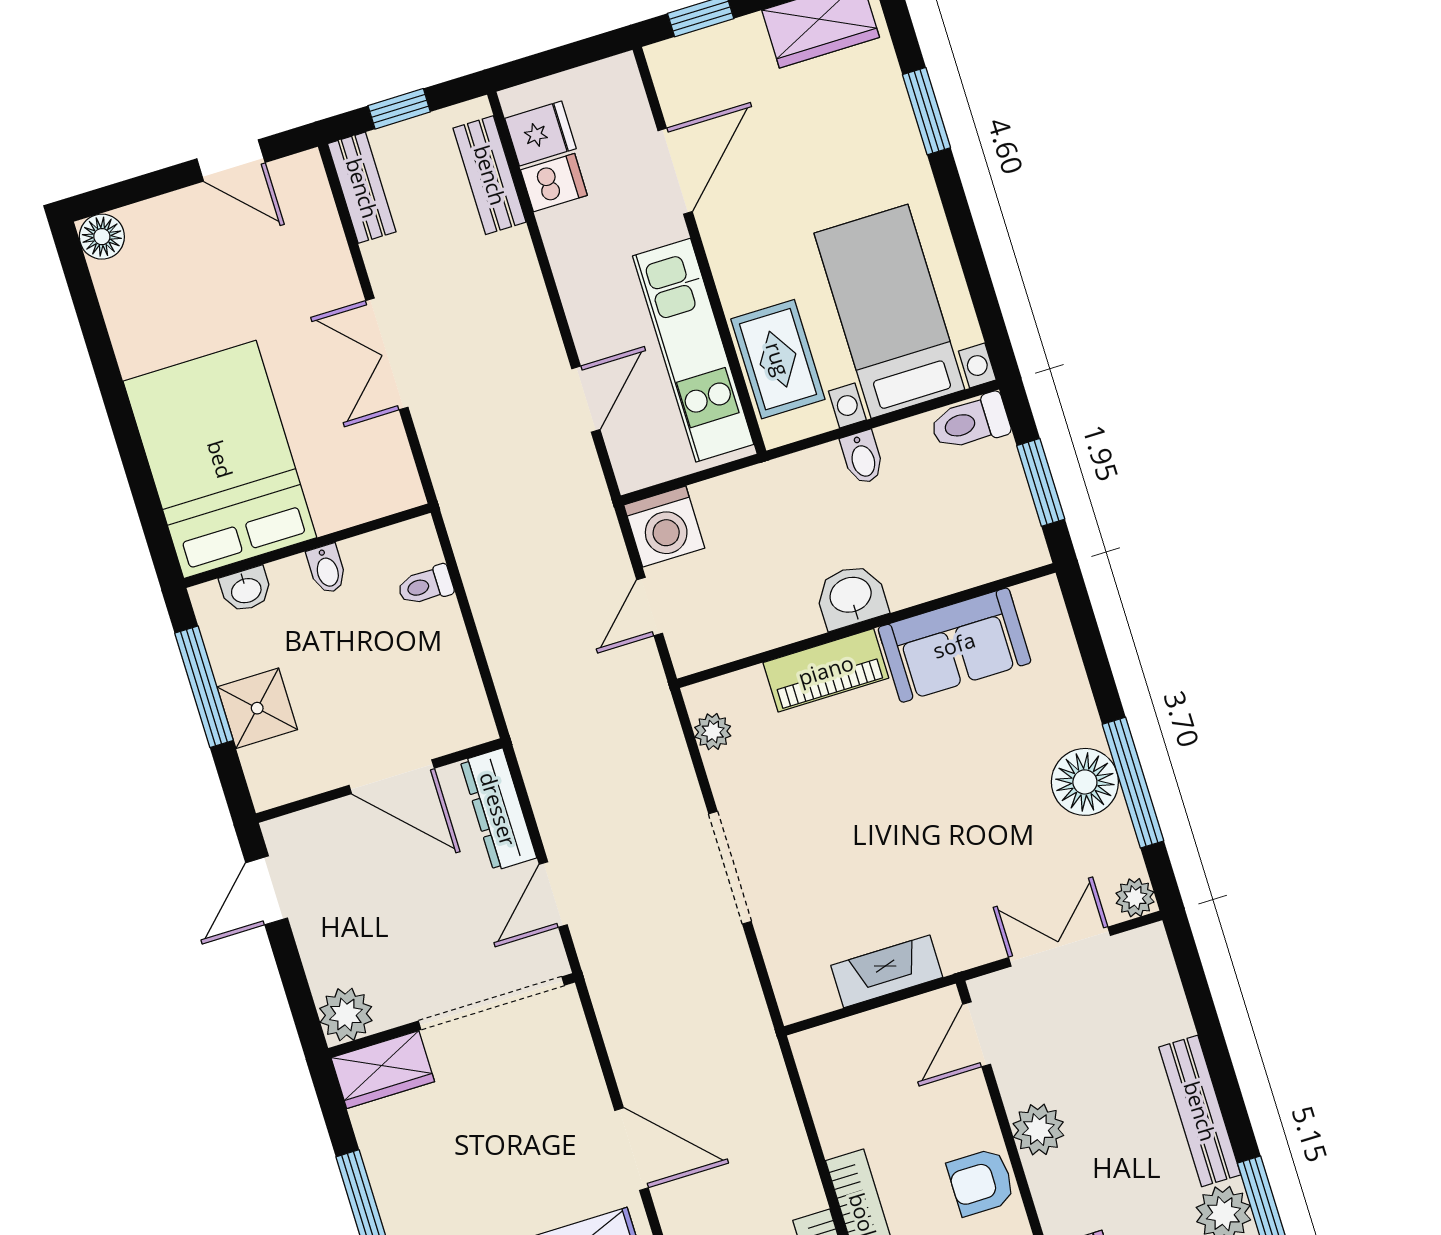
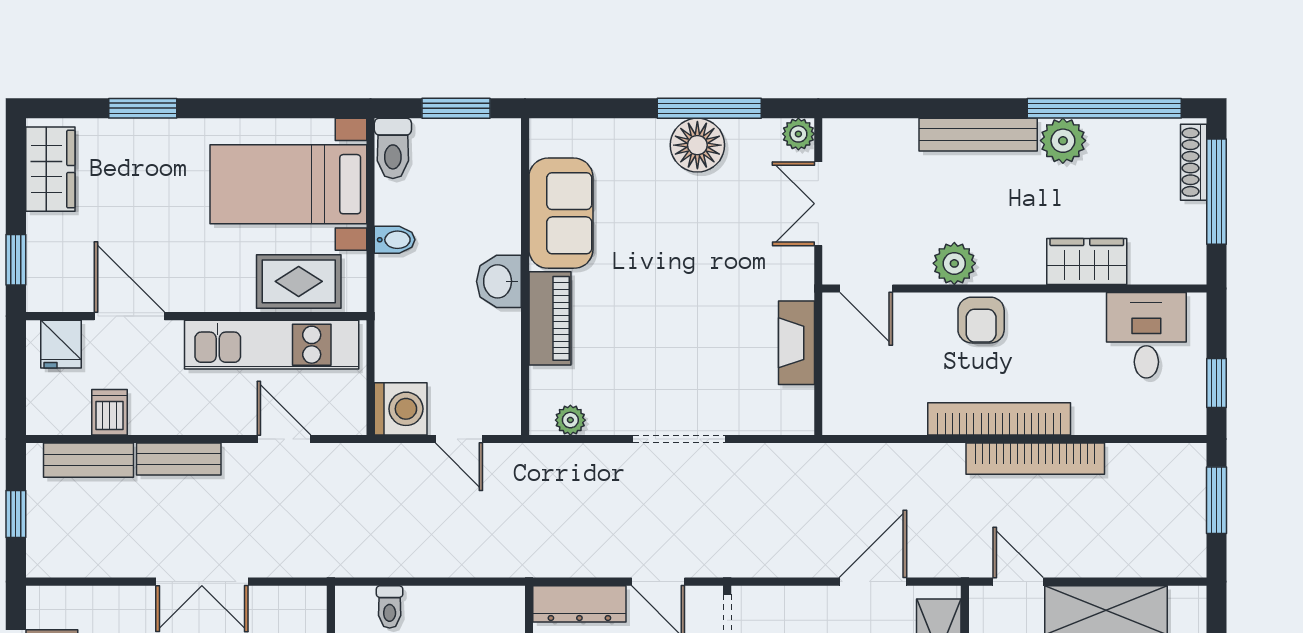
fridge: (540, 134) -> (61, 344), moved, turned 180
bench: (362, 188) -> (179, 459), moved

